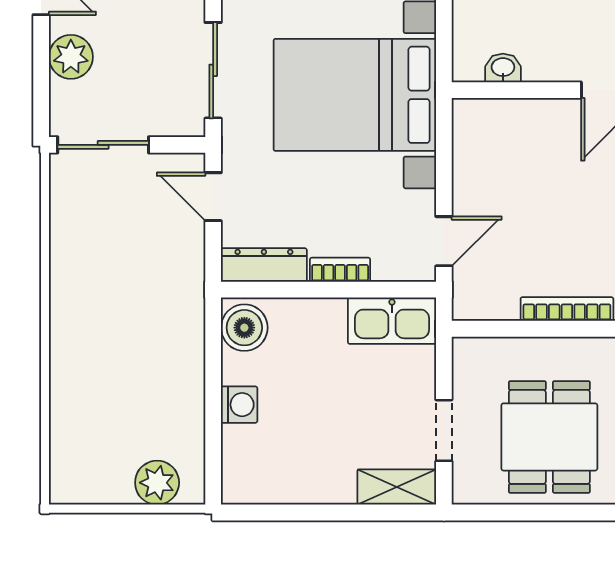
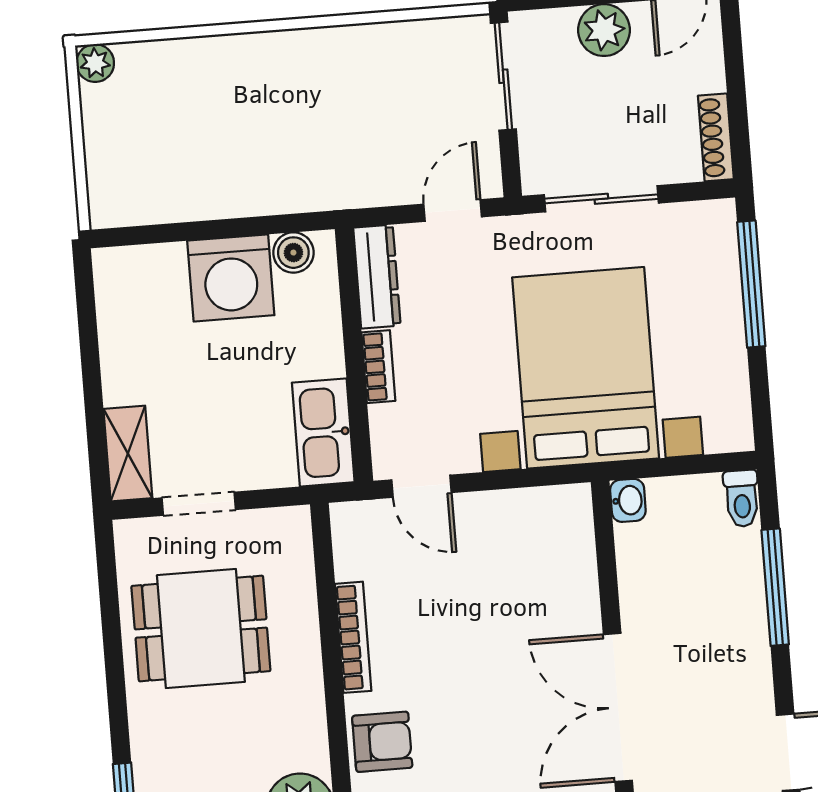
washbasin: (503, 68) -> (628, 500), moved
boiler: (244, 328) -> (293, 253), width x0.73, depth x0.73
washing machine: (239, 405) -> (231, 278), width x1.89, depth x1.89
plant: (157, 483) -> (95, 63), moved, width x0.73, depth x0.73

